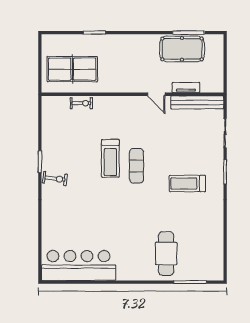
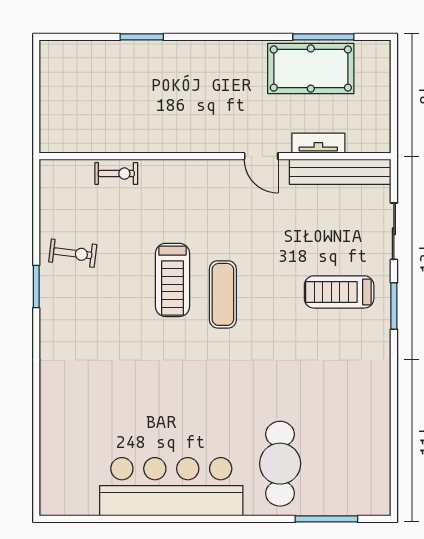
table tennis table: (72, 69) -> (99, 108), removed
exercise bike: (55, 179) -> (73, 253), moved
treadmill: (187, 183) -> (339, 292), moved
bar counter: (78, 265) -> (171, 487), moved

